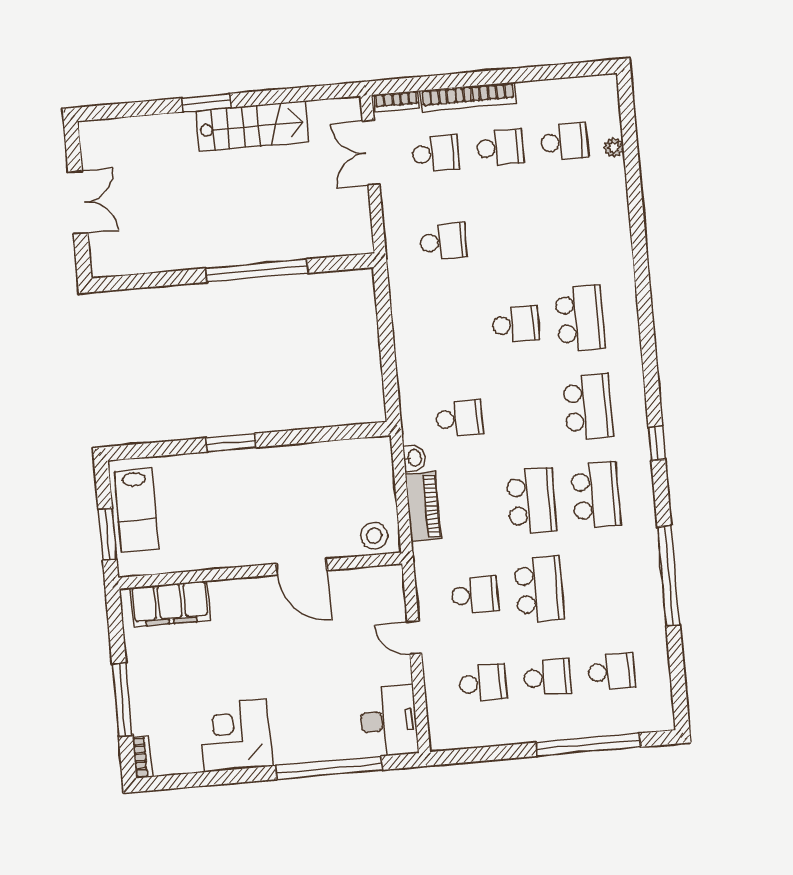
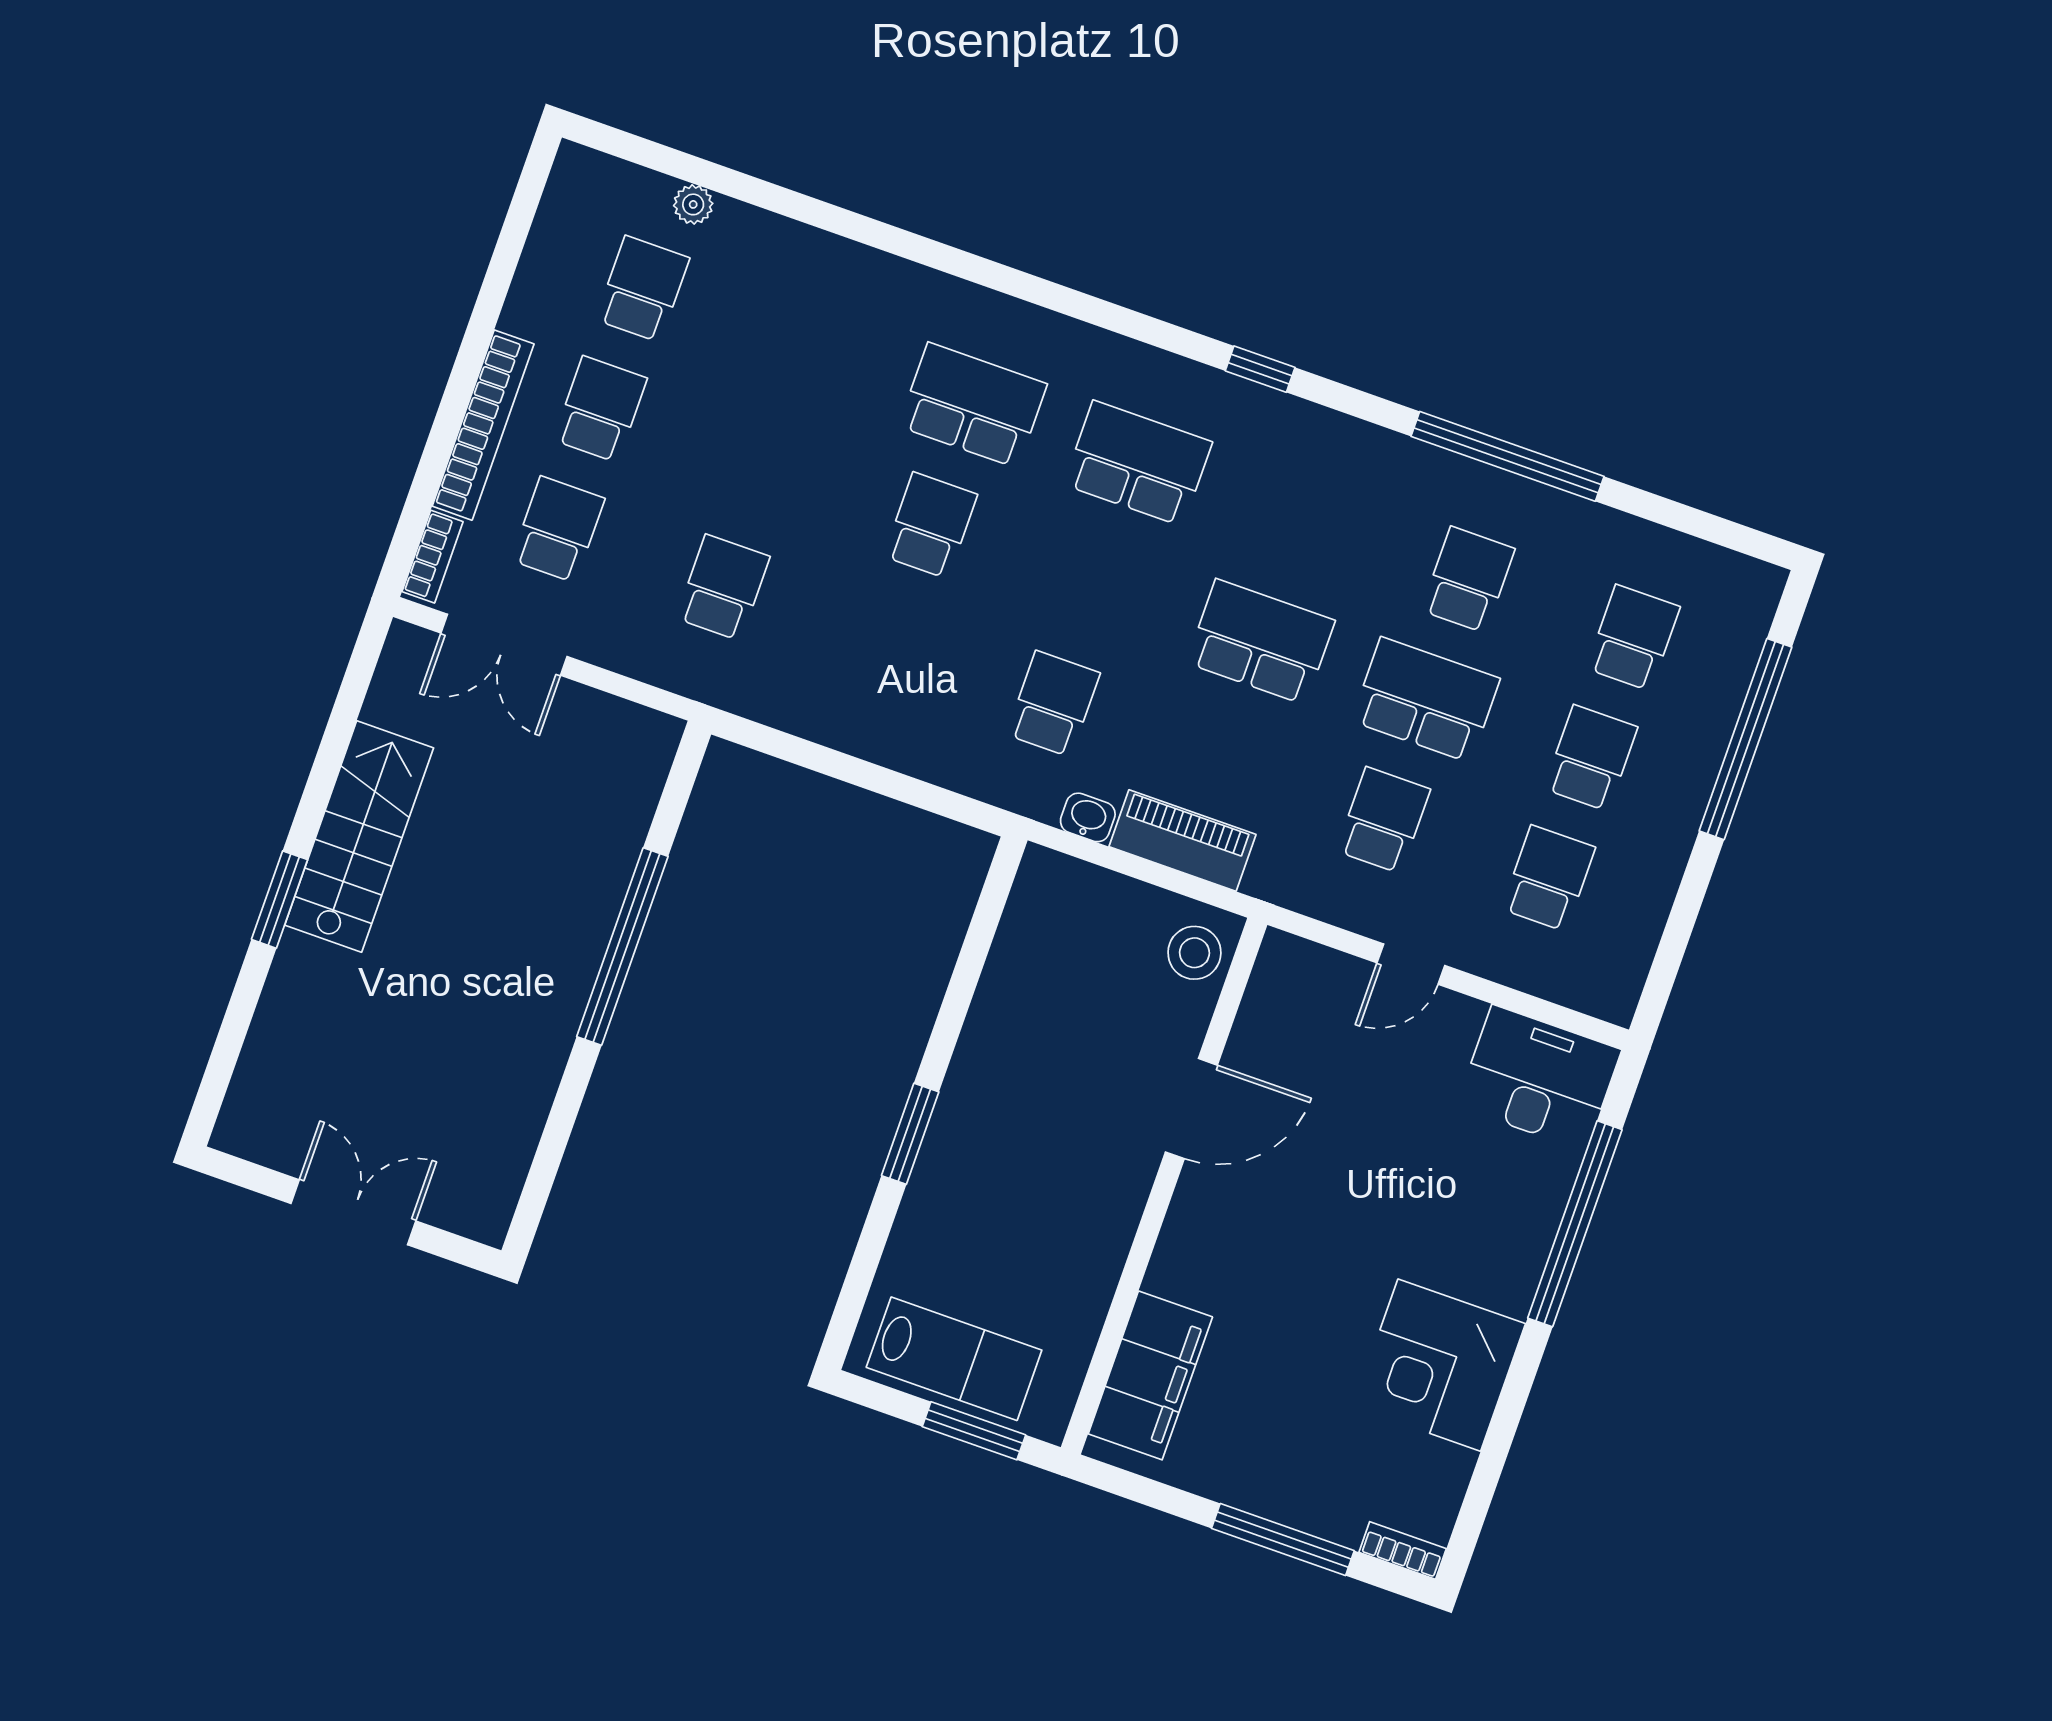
school desk: (596, 495) -> (1468, 580), moved, width x0.54

